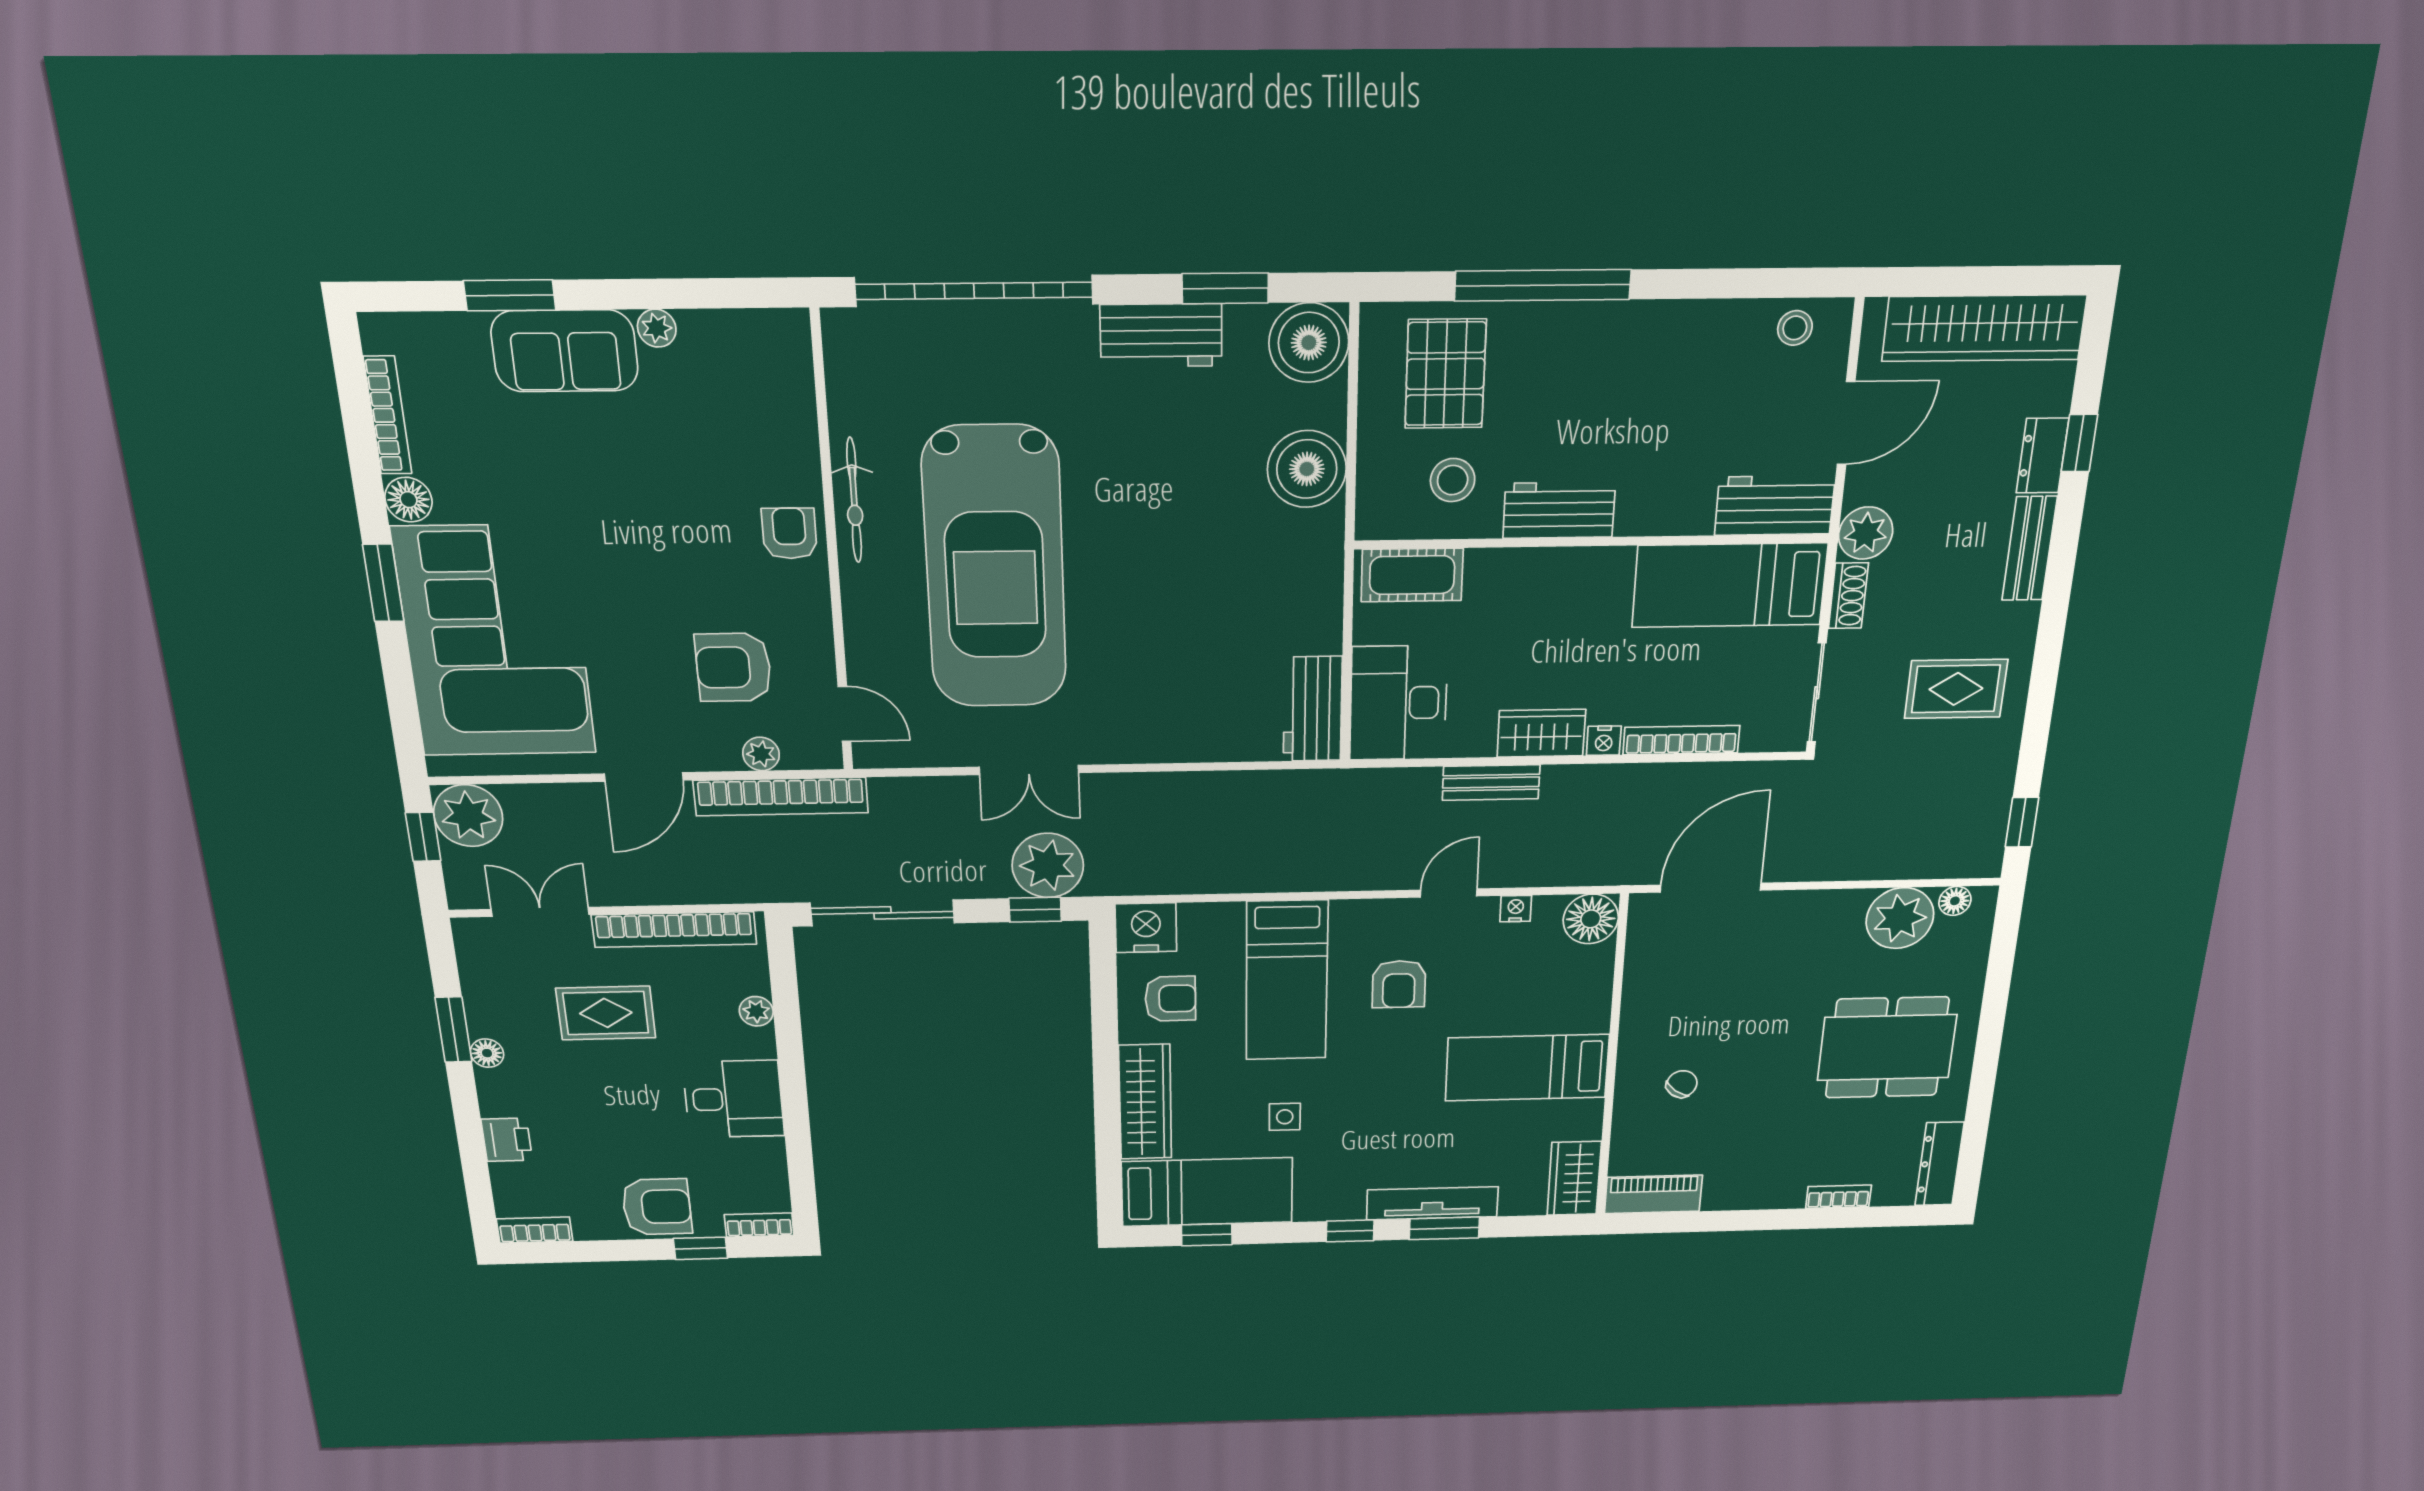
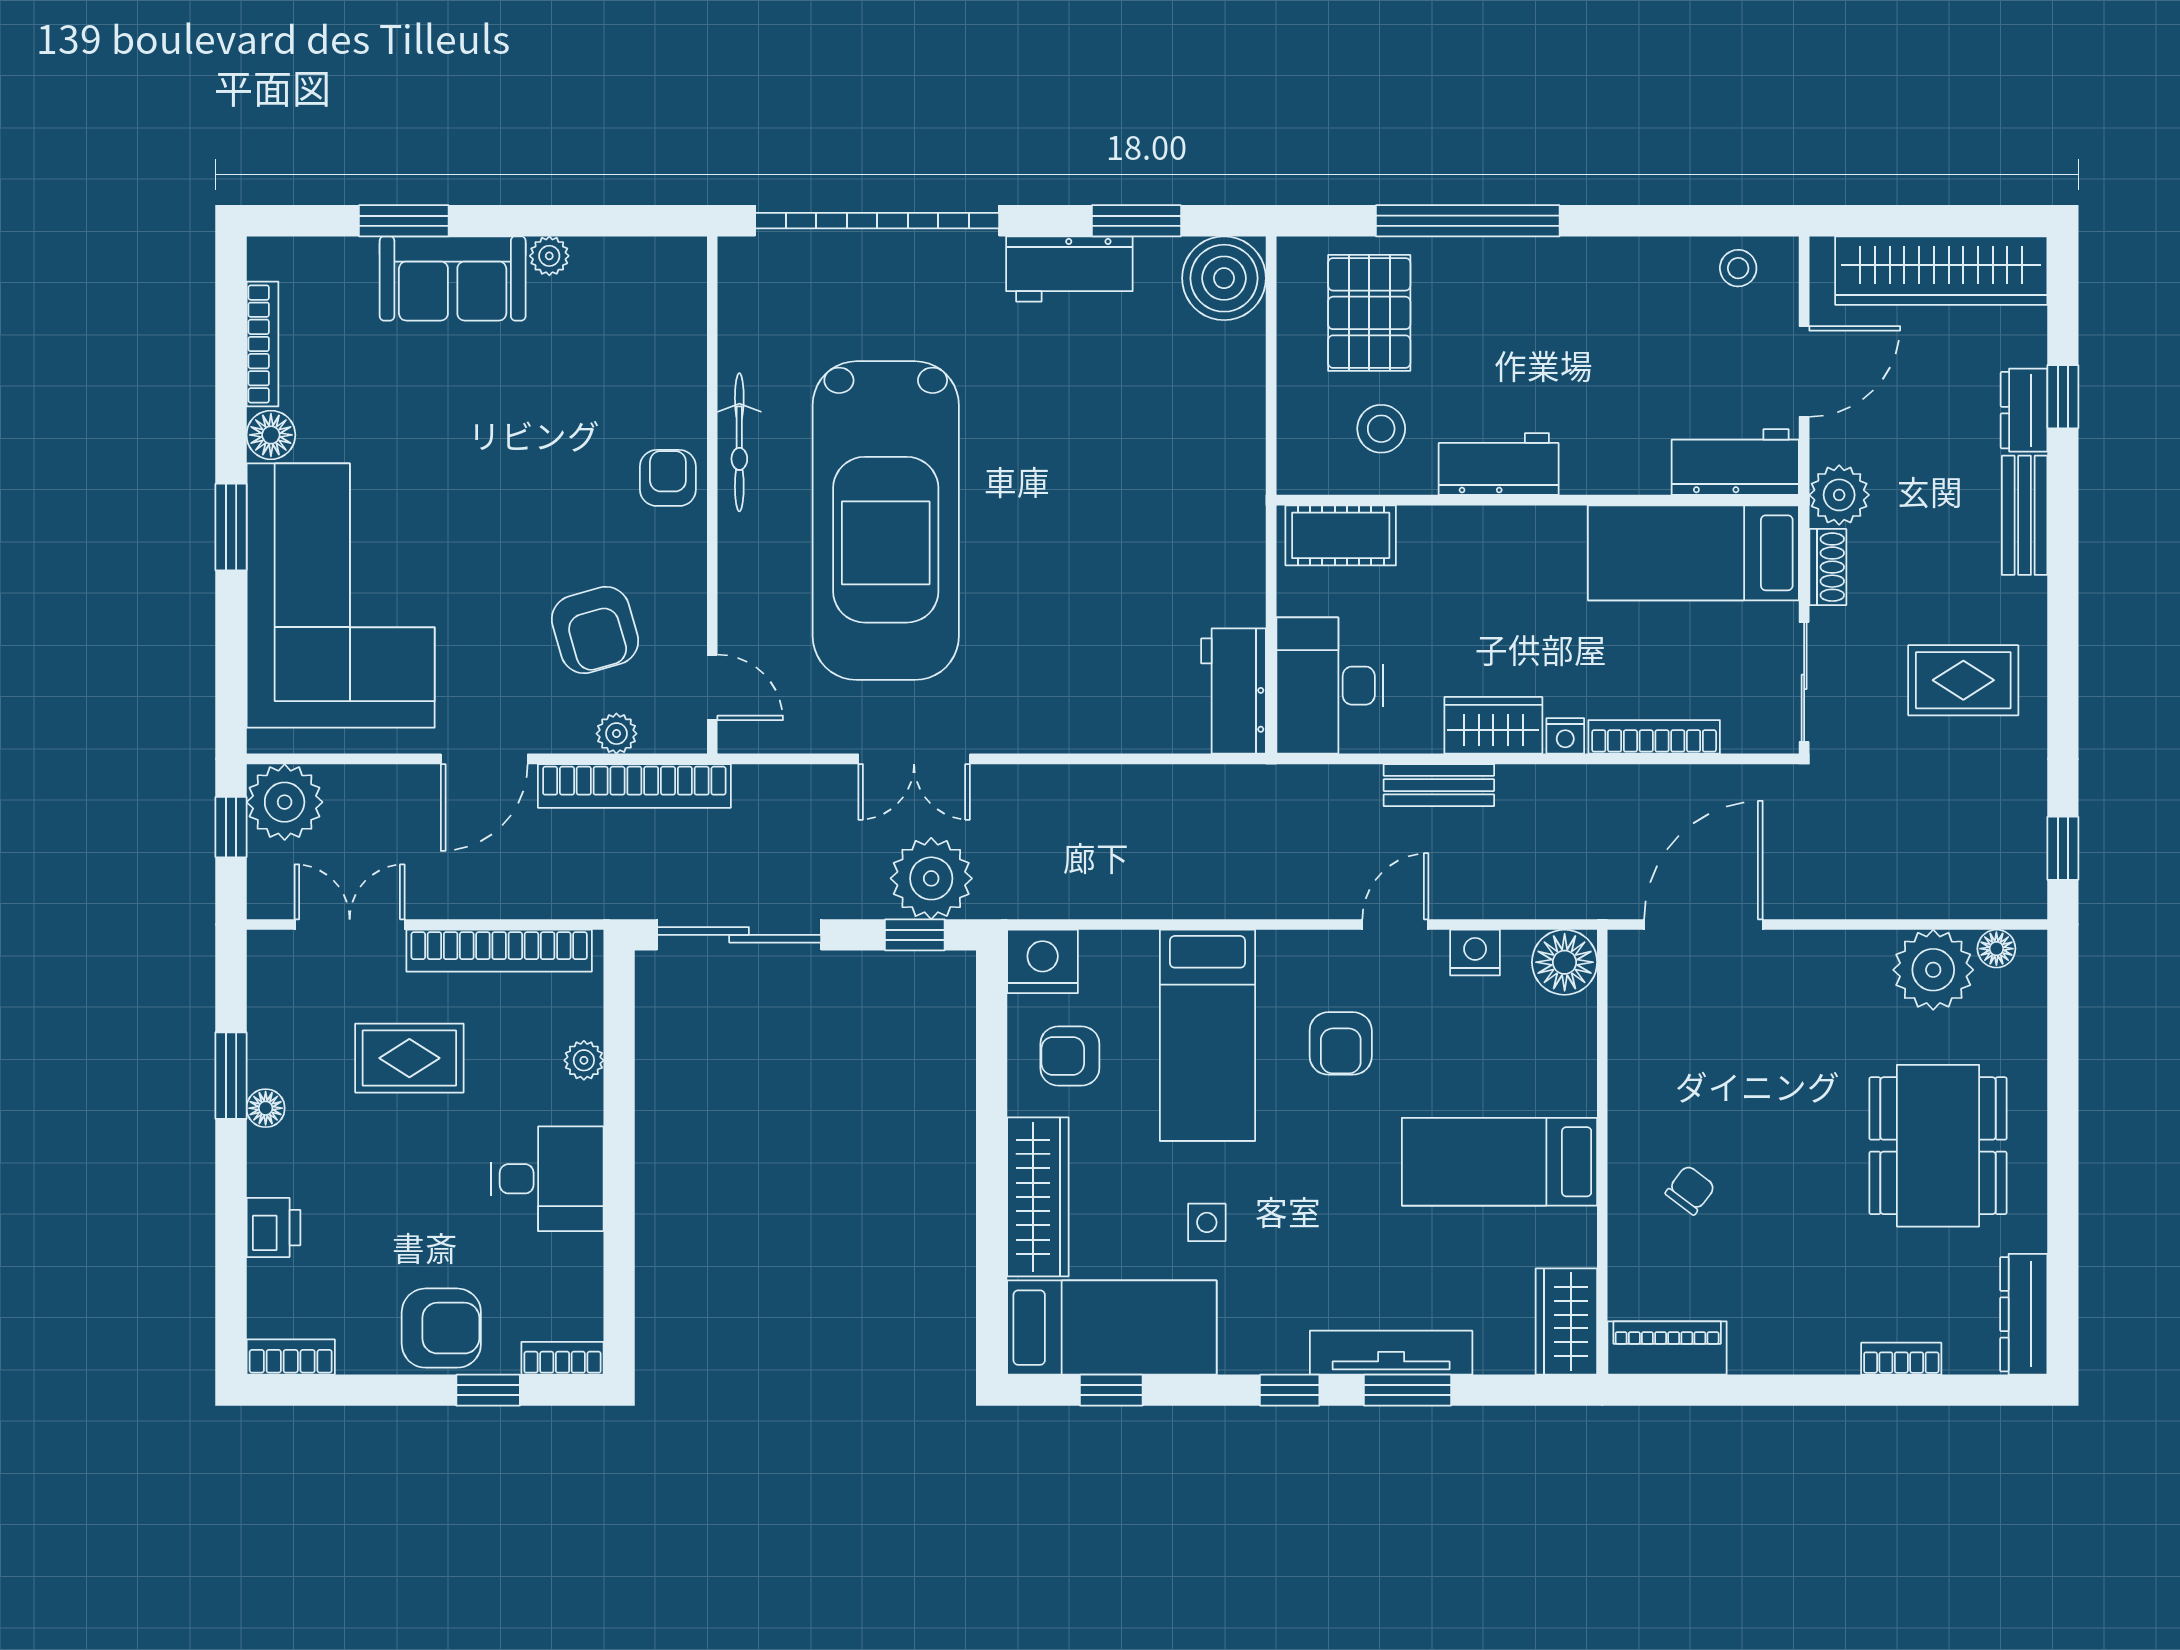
boiler: (1307, 469) -> (1224, 414), removed
armchair: (733, 667) -> (595, 630), turned -106
nightstand: (1516, 909) -> (1475, 953), width x1.39, depth x1.35
armchair: (1170, 999) -> (1070, 1056), turned 180
dining table: (1887, 1048) -> (1938, 1146), turned 90

